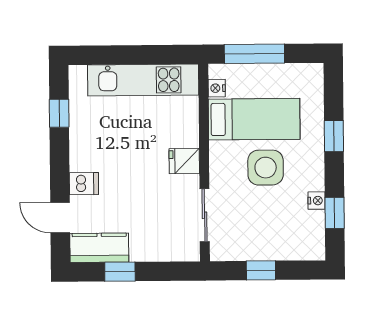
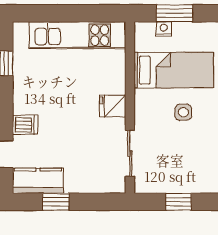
window: (254, 54) -> (175, 13), width x0.69
nightstand: (217, 88) -> (164, 29), moved, turned 90
side table: (266, 168) -> (183, 112), width x0.54, depth x0.54

